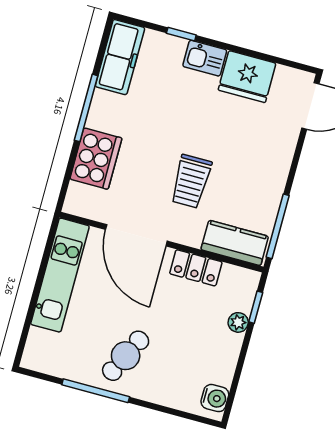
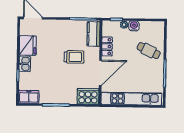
freezer: (120, 57) -> (29, 97), width x0.71
cooker: (96, 159) -> (88, 96), moved
kitchen unit: (60, 275) -> (131, 99), width x1.36
cafe table: (126, 356) -> (149, 51), moved
water cooler: (215, 398) -> (134, 26), moved

